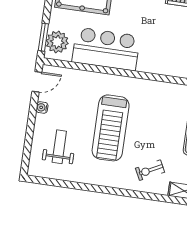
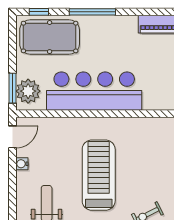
bar counter: (106, 49) -> (94, 91), width x1.36
treadmill: (111, 128) -> (99, 175), turned 180

